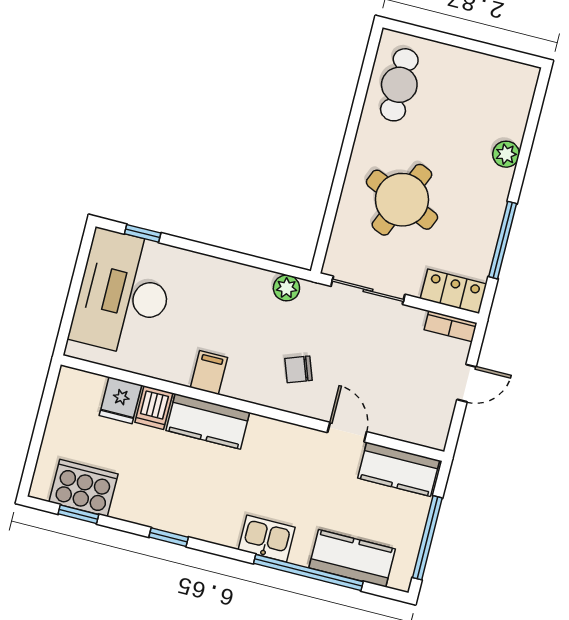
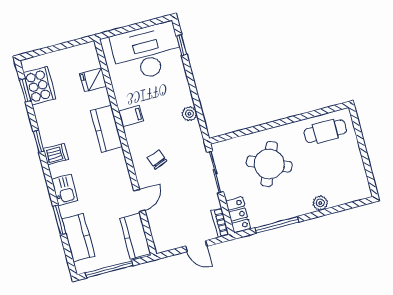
plant: (286, 288) -> (189, 114), moved
dishwasher: (154, 408) -> (56, 154), moved, turned 180
window: (308, 572) -> (59, 220), width x0.47

